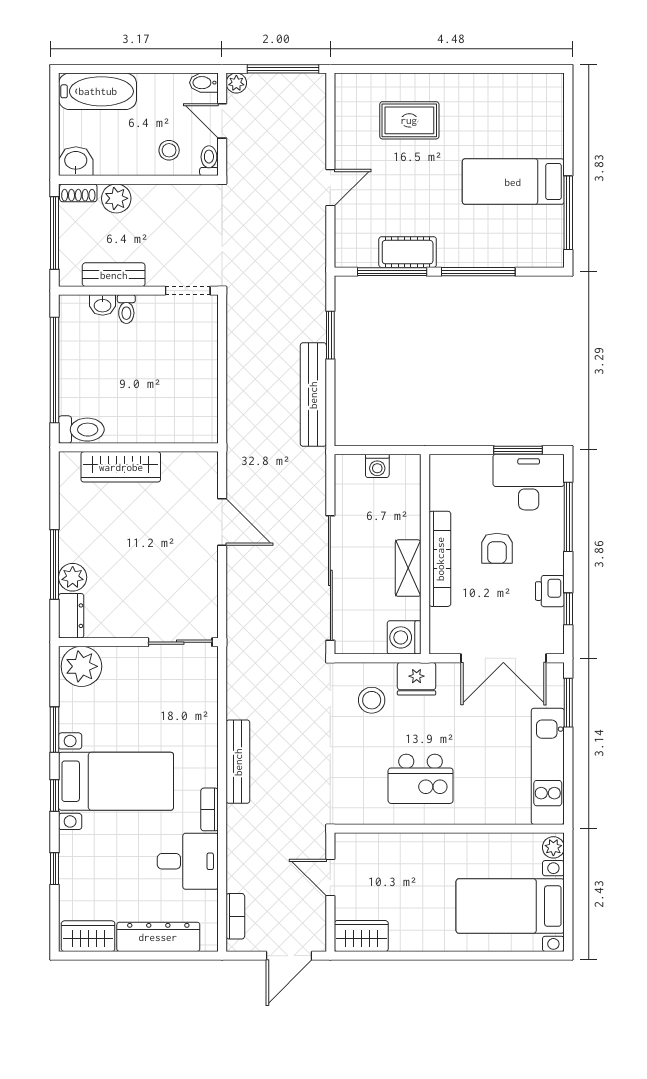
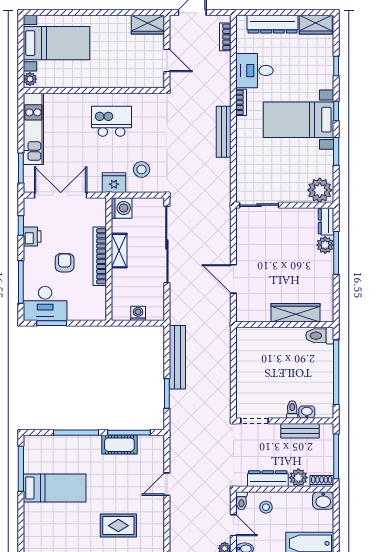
dresser: (166, 197) -> (268, 479), added

